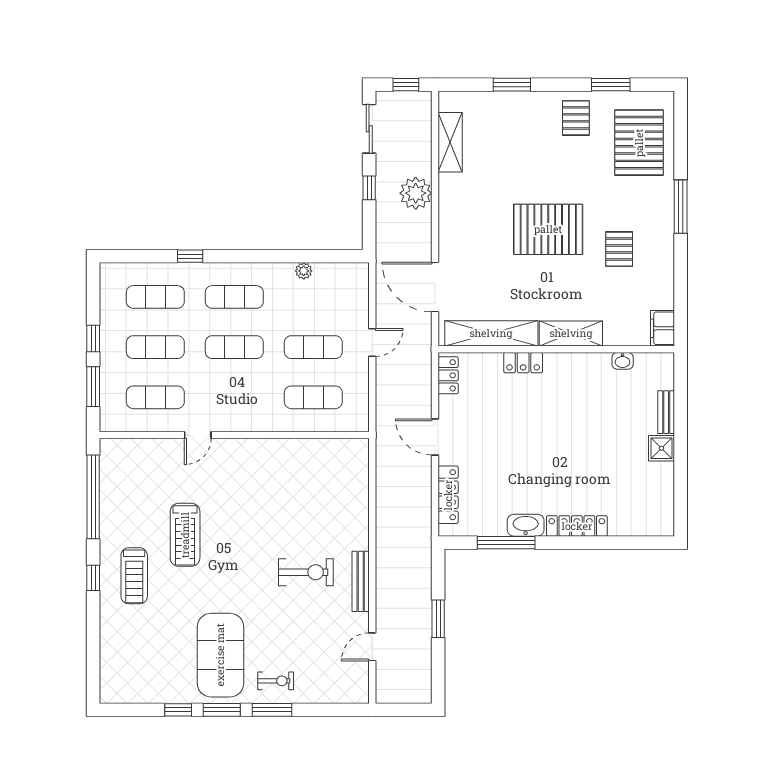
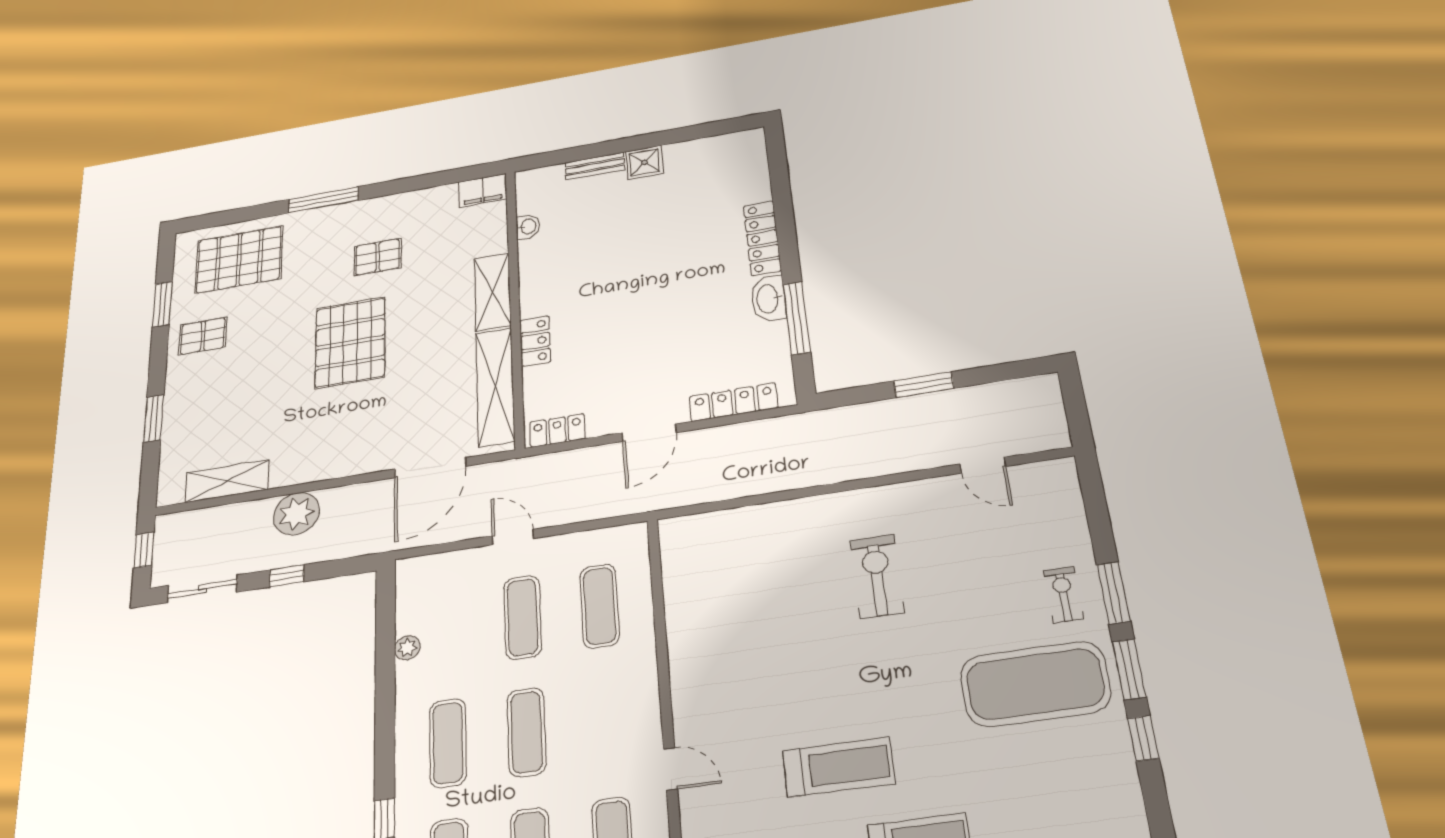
bench: (361, 581) -> (881, 497), removed

